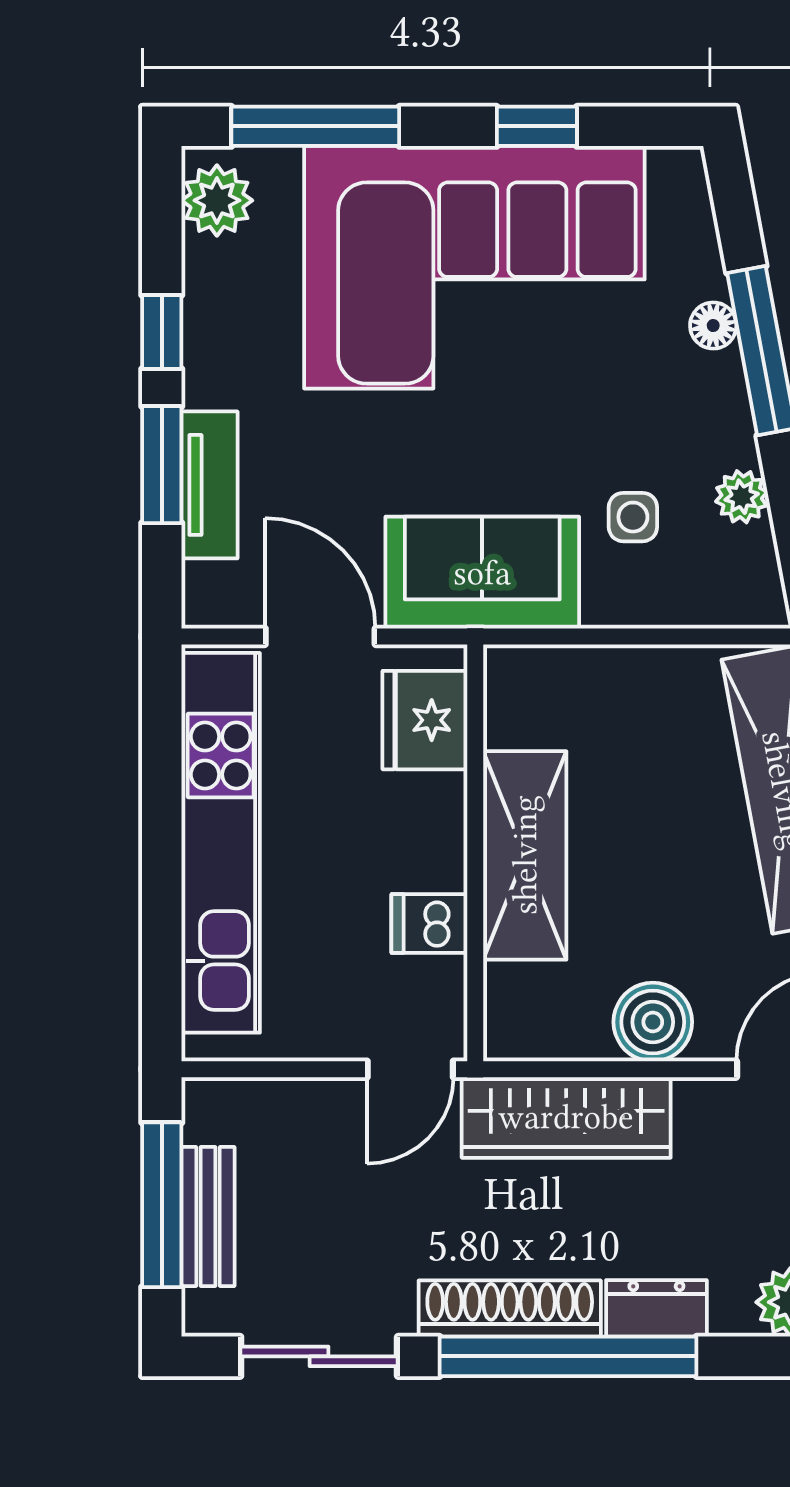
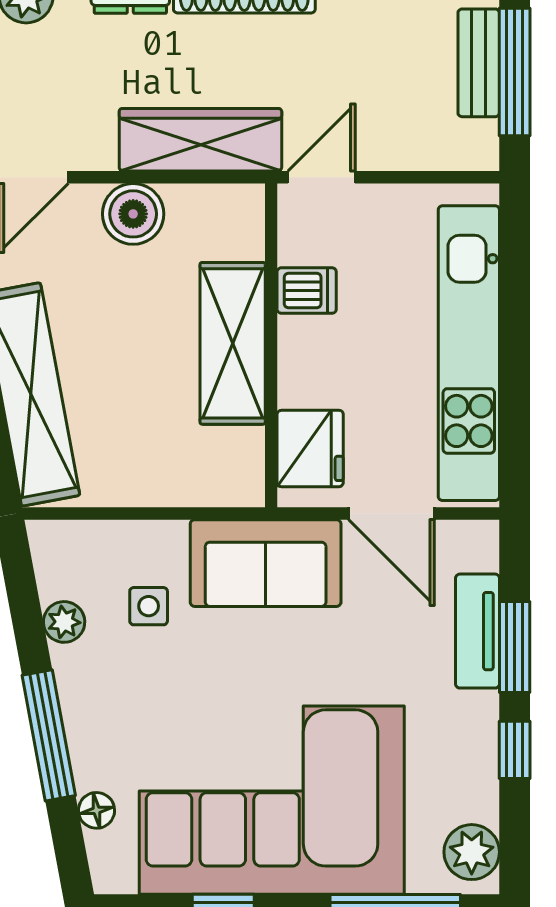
floor lamp: (713, 326) -> (97, 810), moved

